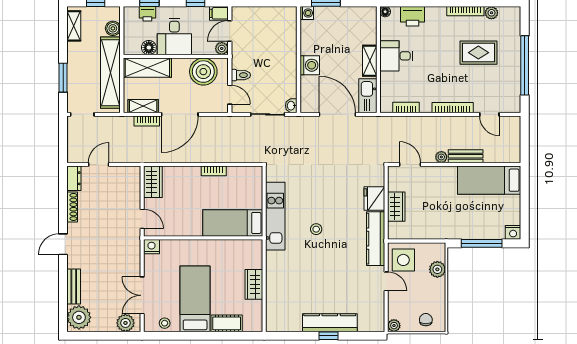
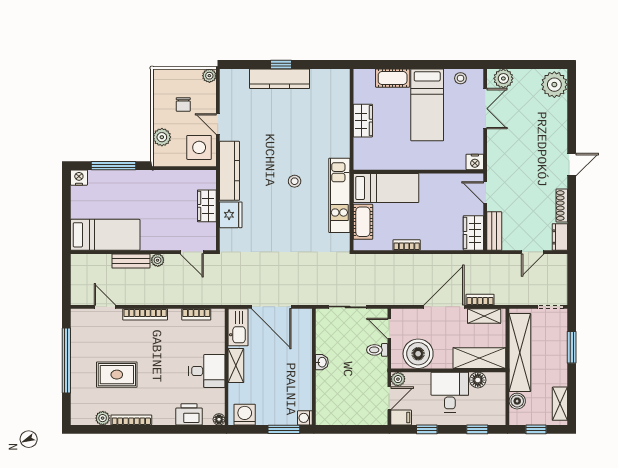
printer: (147, 14) -> (479, 417), removed
washing machine: (310, 65) -> (245, 415), moved, turned 90
washbasin: (291, 106) -> (322, 362), moved
cot: (254, 192) -> (363, 222), added
bench: (74, 287) -> (494, 231), moved
chair: (426, 320) -> (183, 104), moved

